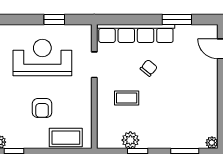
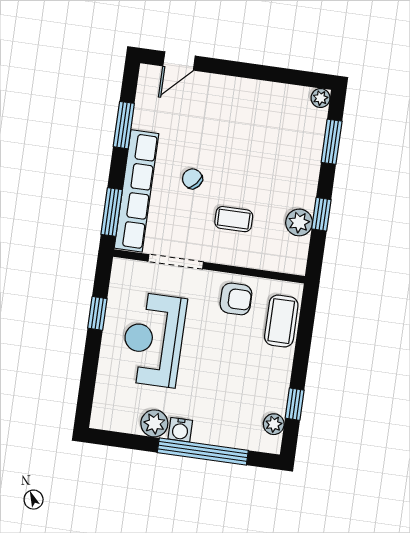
window: (120, 19) -> (112, 212), added
doorway: (94, 65) -> (176, 262), width x1.38
coffee table: (127, 98) -> (234, 219), turned 90
armchair: (42, 108) -> (236, 299), moved

